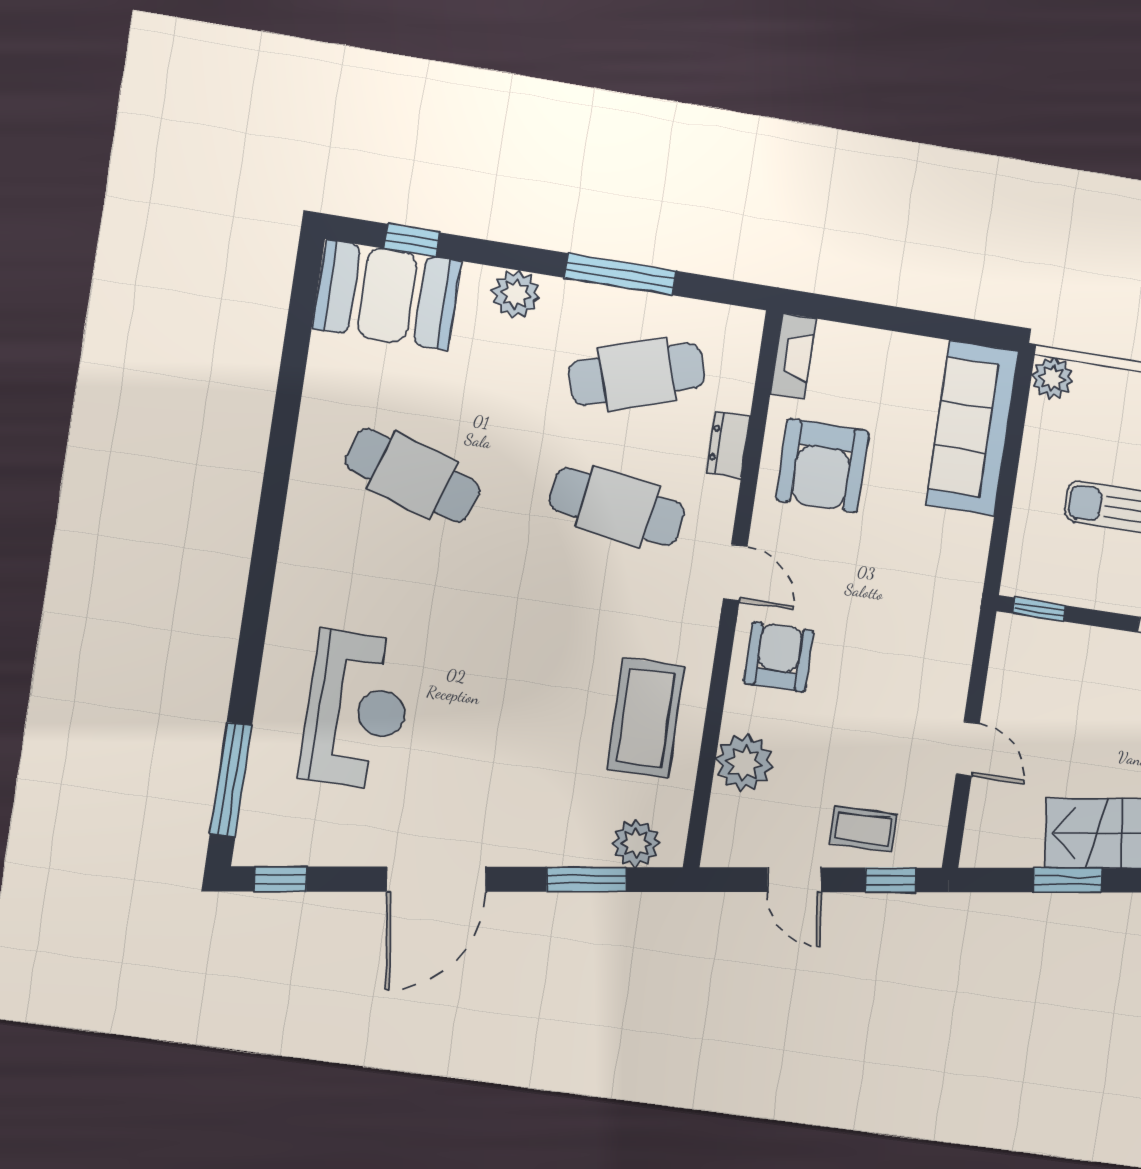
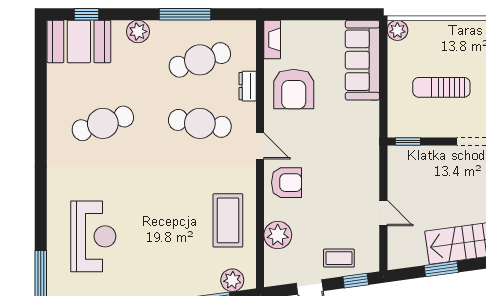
cafe table: (412, 475) -> (103, 123), turned -36
armchair: (779, 657) -> (287, 183), turned 90

